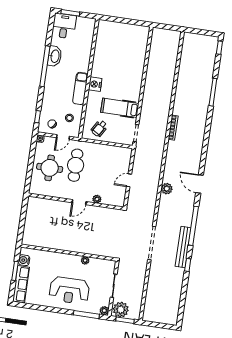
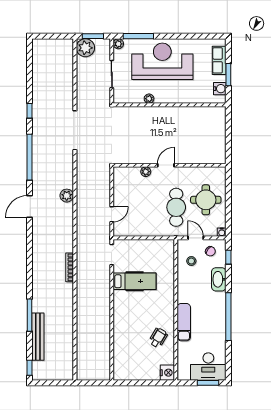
desk: (64, 26) -> (208, 367), width x1.37
washbasin: (55, 56) -> (219, 279), moved
nightstand: (95, 84) -> (167, 373), moved
exam couch: (80, 88) -> (184, 322), moved
wheelchair: (99, 128) -> (158, 338), moved
door: (63, 137) -> (196, 238), hinge flipped
door: (129, 180) -> (112, 214), moved
door: (200, 184) -> (29, 207), swing flipped
bench: (183, 247) -> (38, 337), moved
row of seats: (21, 284) -> (219, 60), width x0.68
reception desk: (69, 290) -> (162, 61), width x1.36, depth x1.30
plant: (121, 310) -> (85, 48), moved

